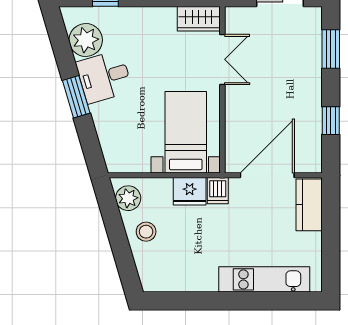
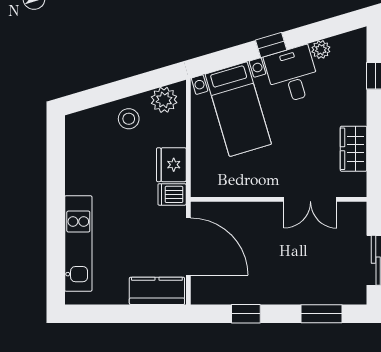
wardrobe: (199, 19) -> (354, 149), moved
plant: (86, 40) -> (321, 50), width x0.53, depth x0.53
window: (76, 97) -> (271, 45), width x0.67
bed with nightstands: (186, 132) -> (238, 109), moved, turned 74

